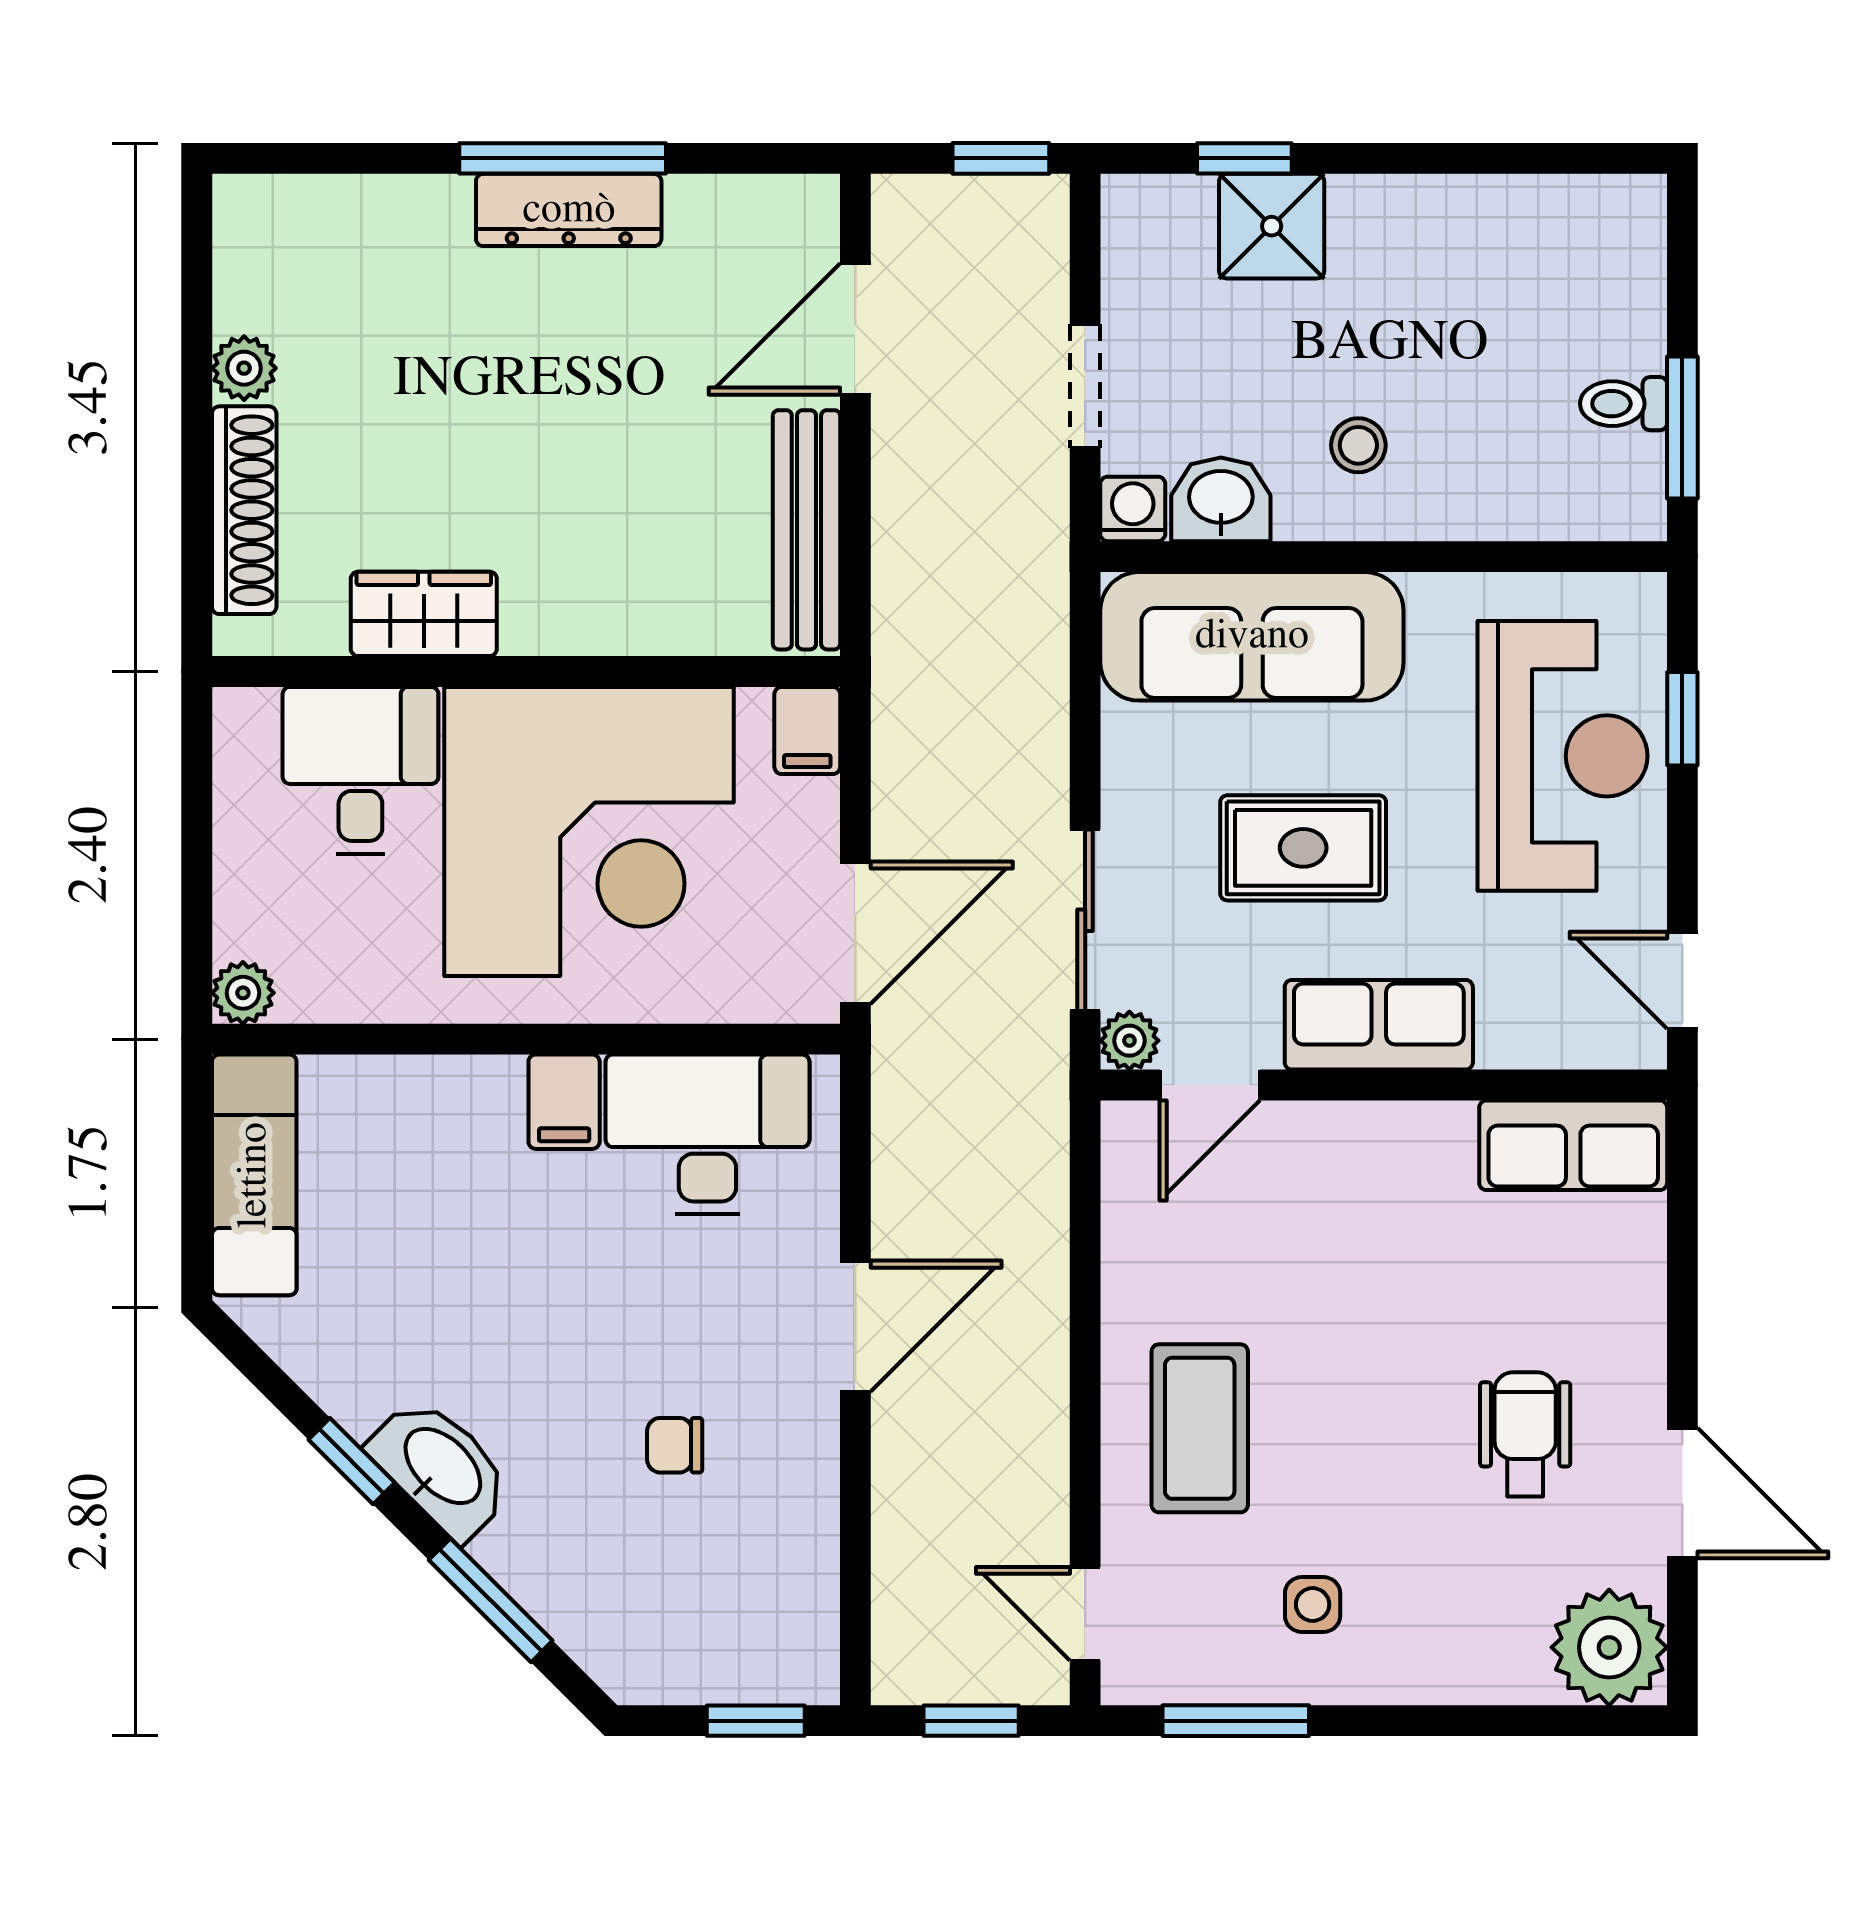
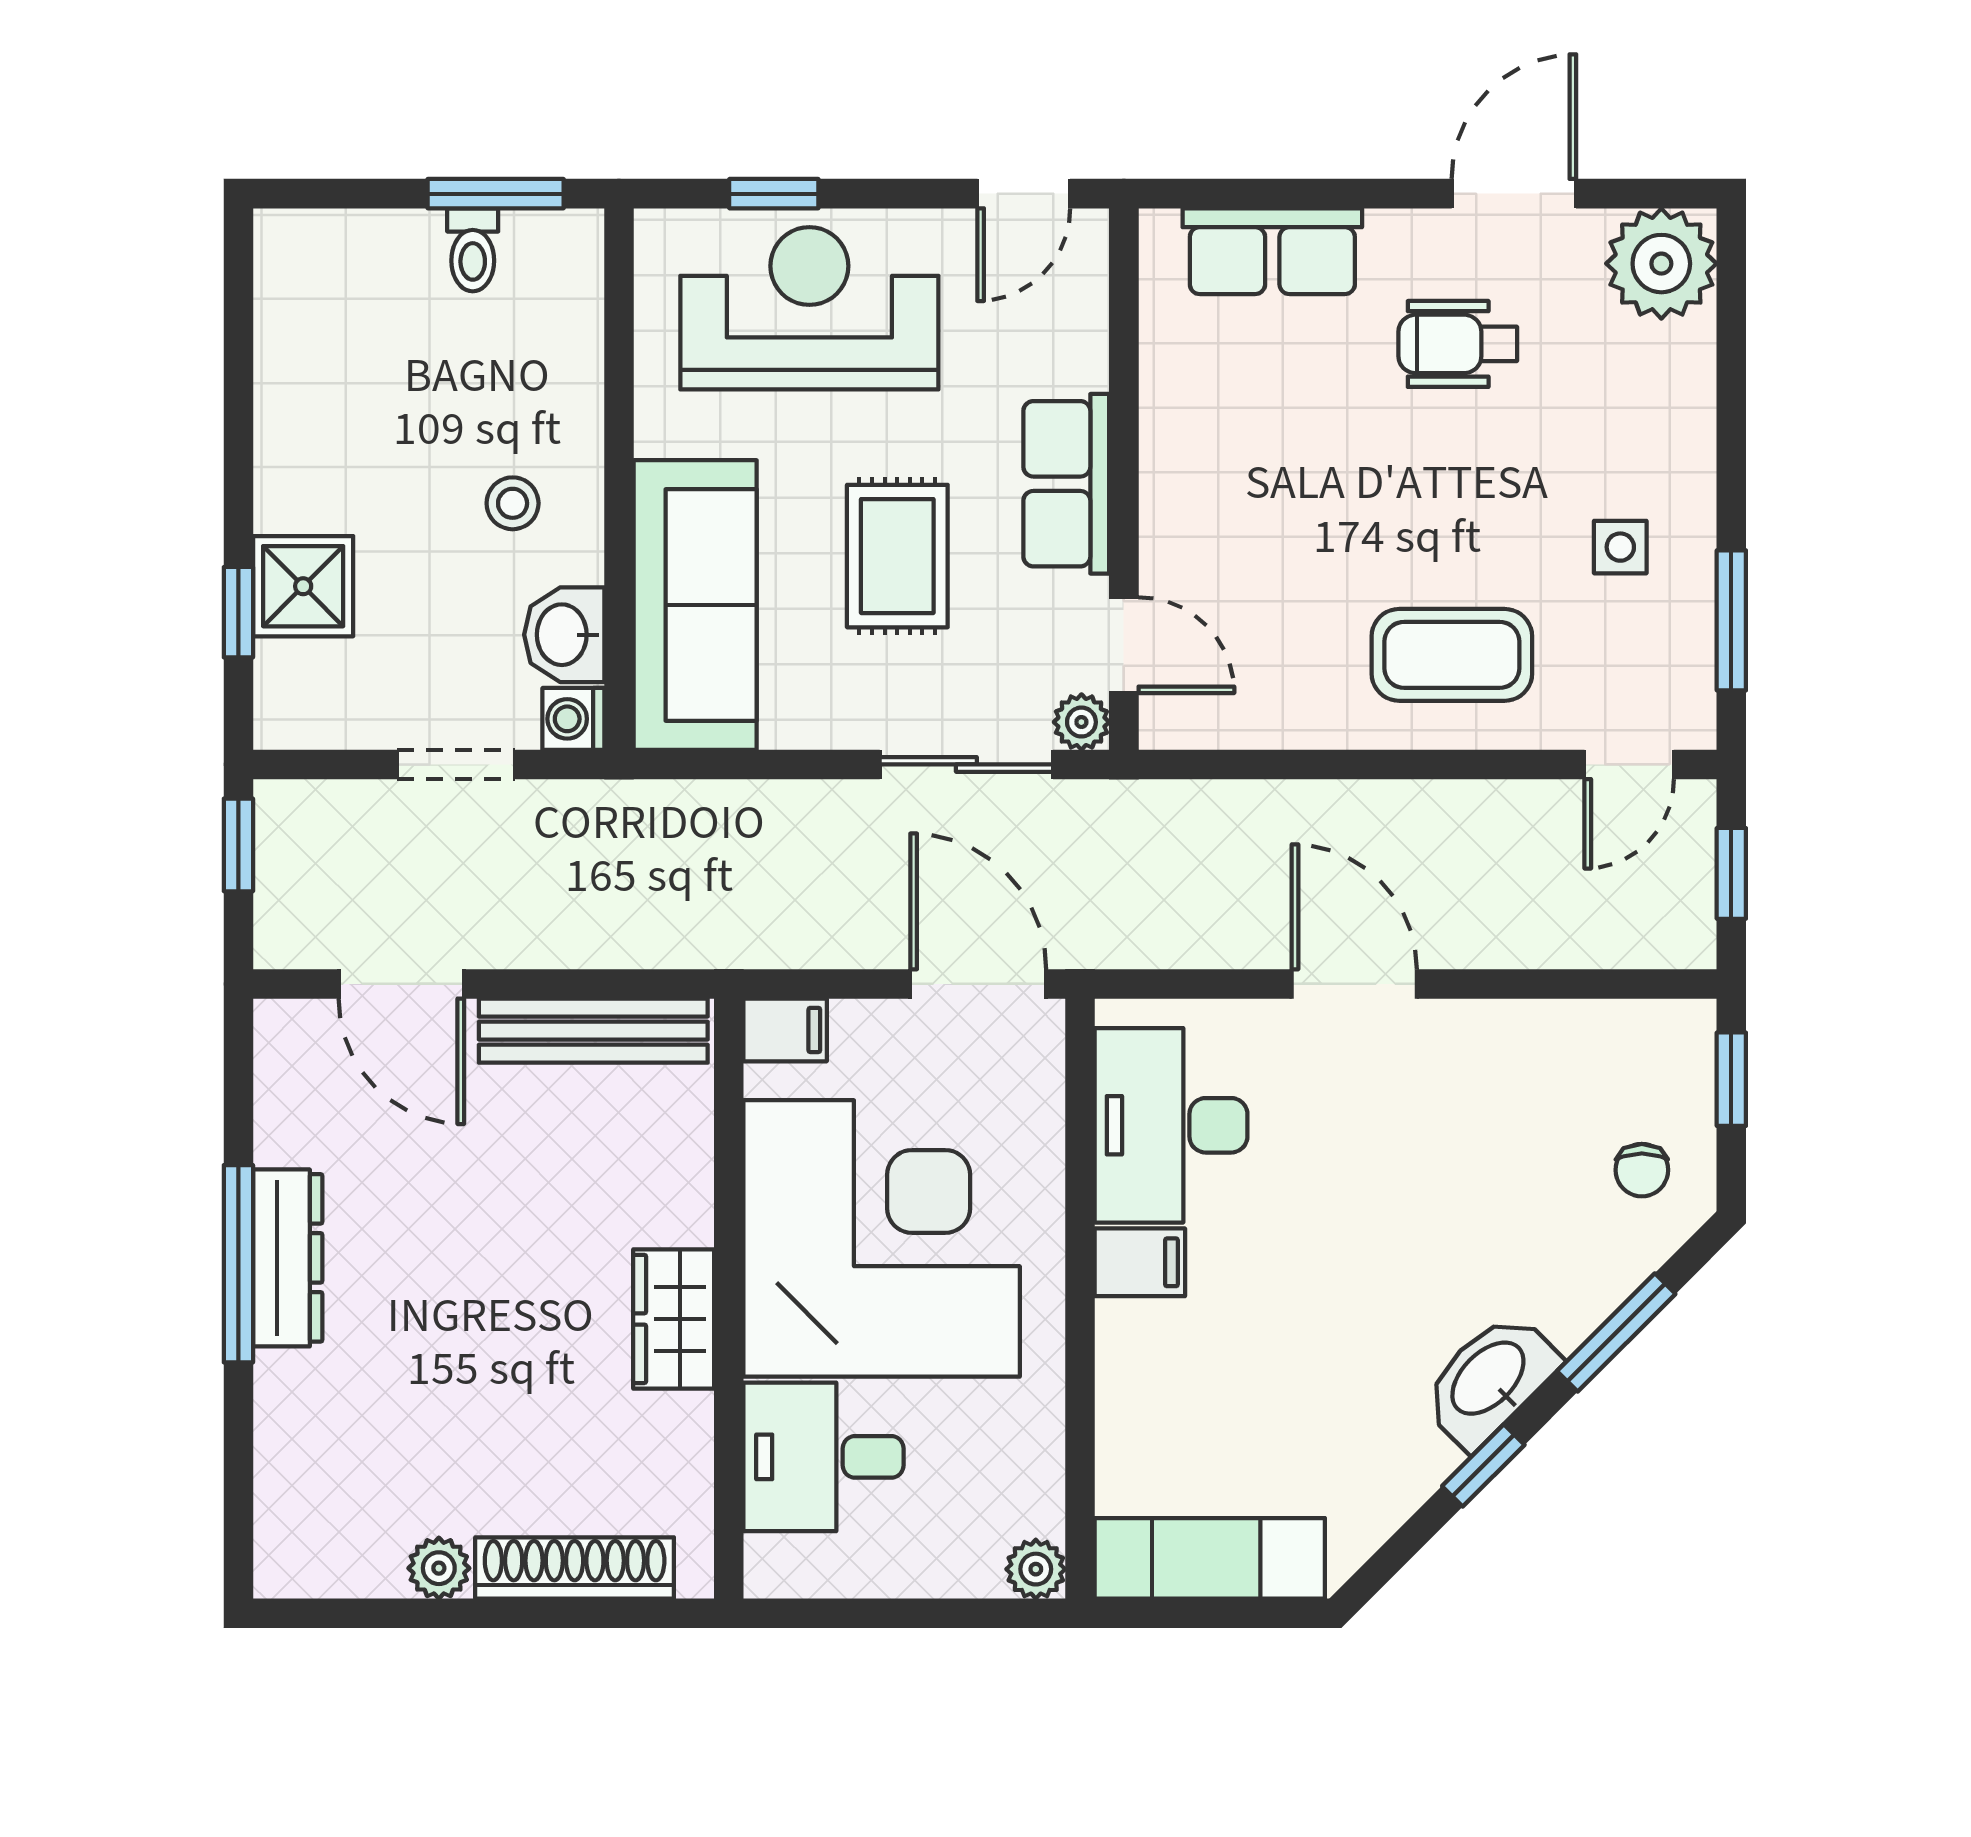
wardrobe: (424, 614) -> (674, 1319), moved
row of seats: (1573, 1145) -> (1272, 251), moved, turned 90
chair: (675, 1445) -> (1642, 1170), moved

